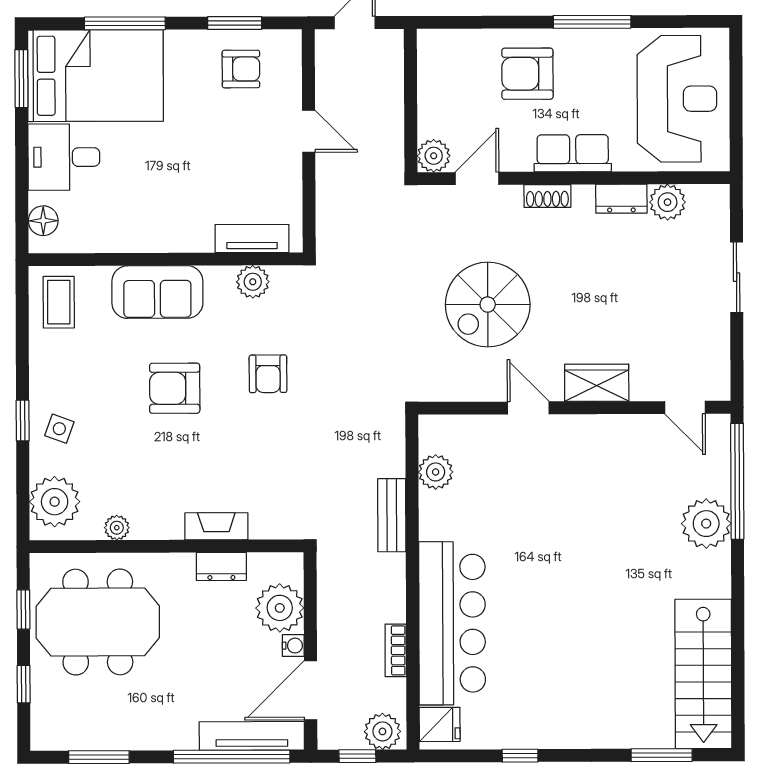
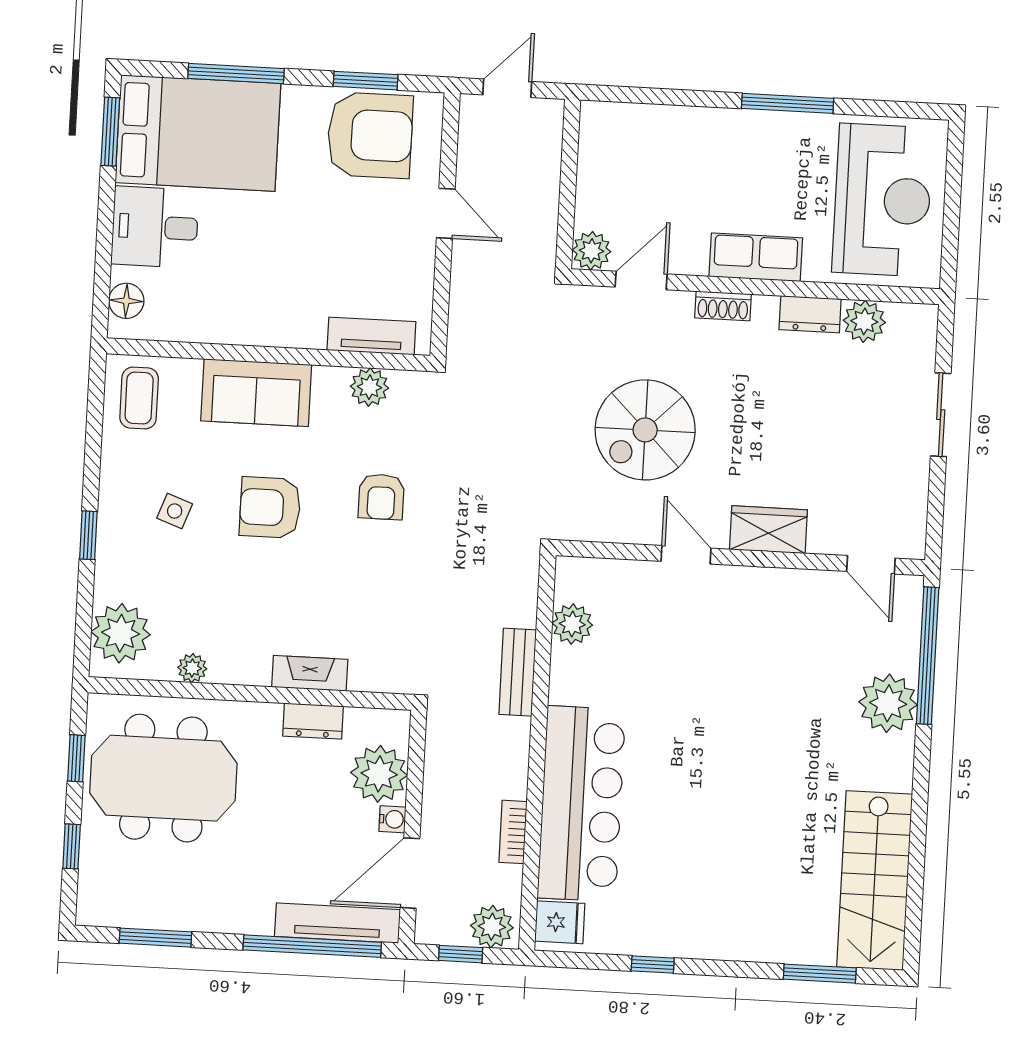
armchair: (241, 69) -> (370, 135), width x1.88, depth x1.88
armchair: (527, 74) -> (708, 160), removed
side table: (59, 429) -> (175, 511), moved

